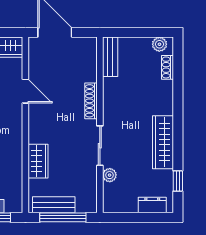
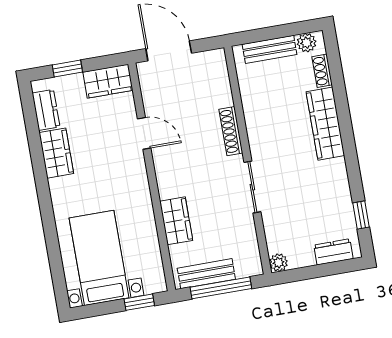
bench: (110, 57) -> (270, 49), moved, turned 90
wardrobe: (163, 142) -> (325, 124), moved
plant: (110, 175) -> (278, 263), moved

